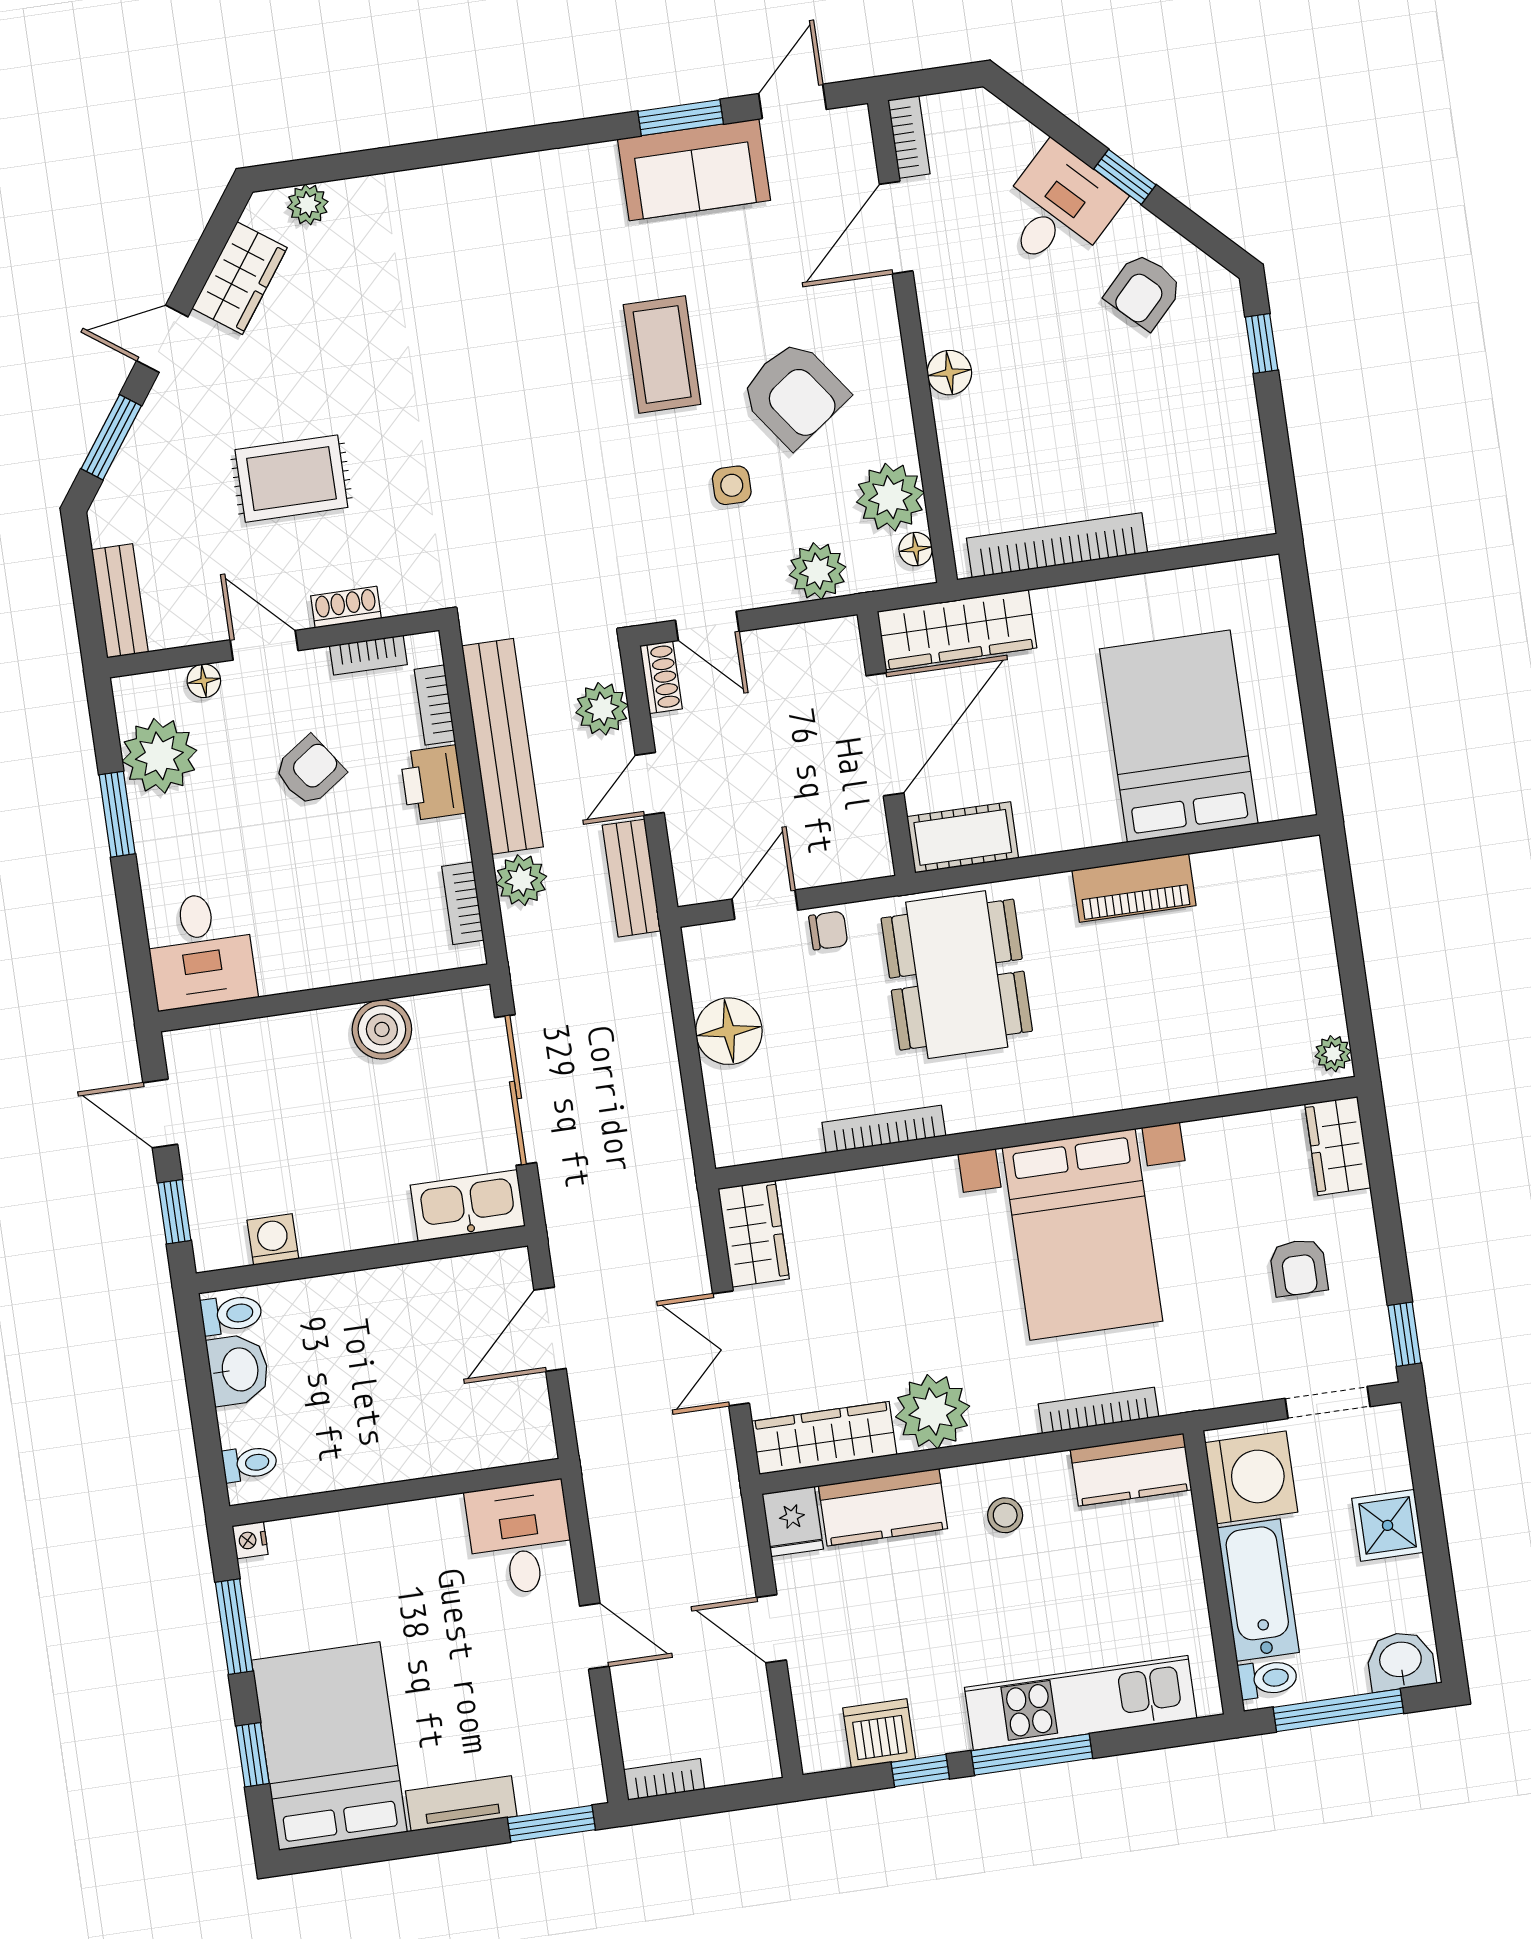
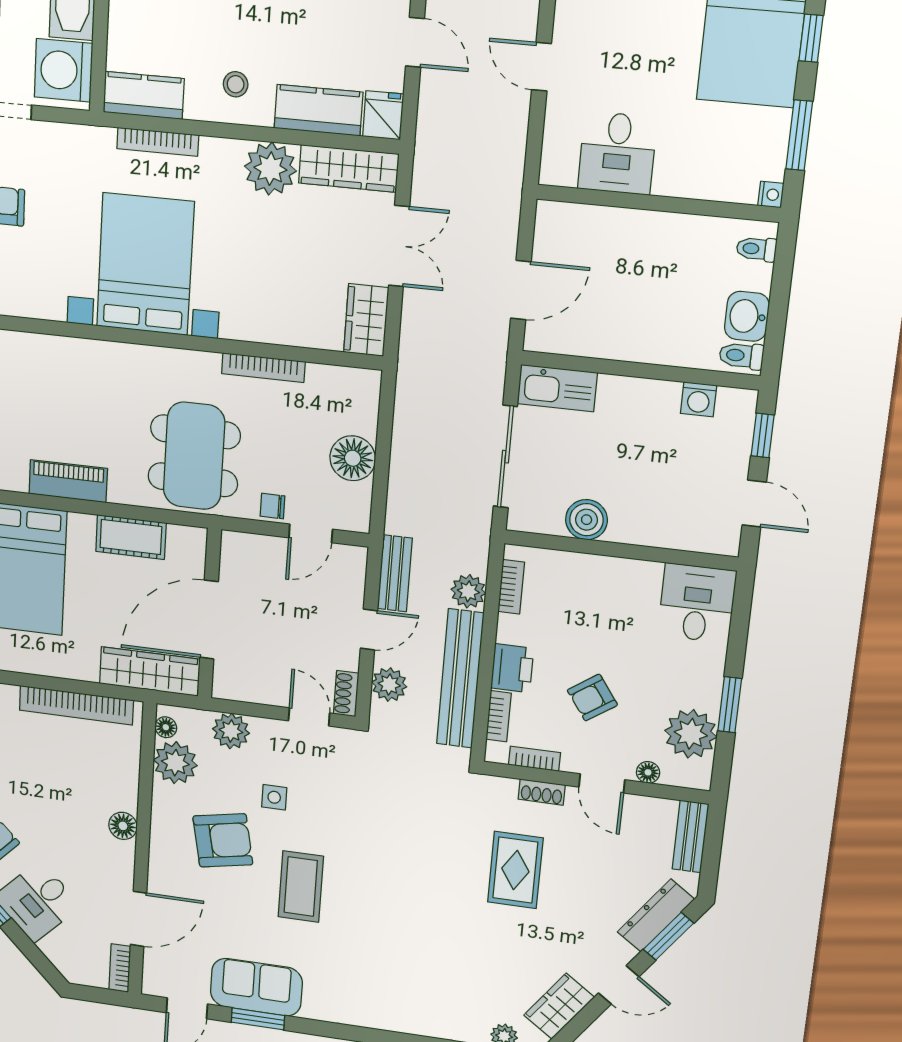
armchair: (794, 394) -> (223, 840), turned 115
dresser: (137, 464) -> (656, 915), added
rug: (291, 479) -> (515, 870), moved, turned 90
cot: (963, 837) -> (131, 537), moved
desk: (520, 1538) -> (617, 153), moved

